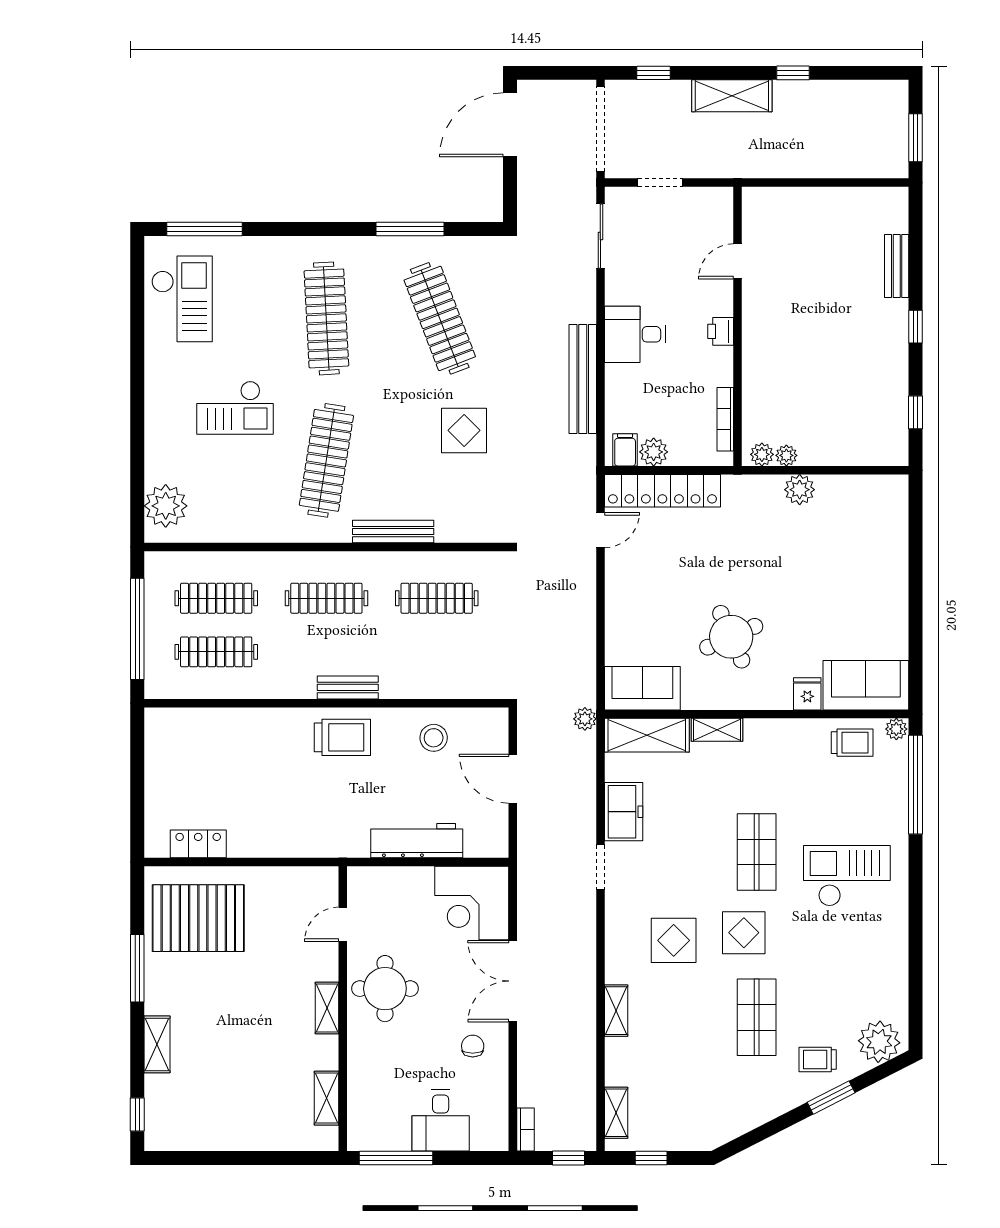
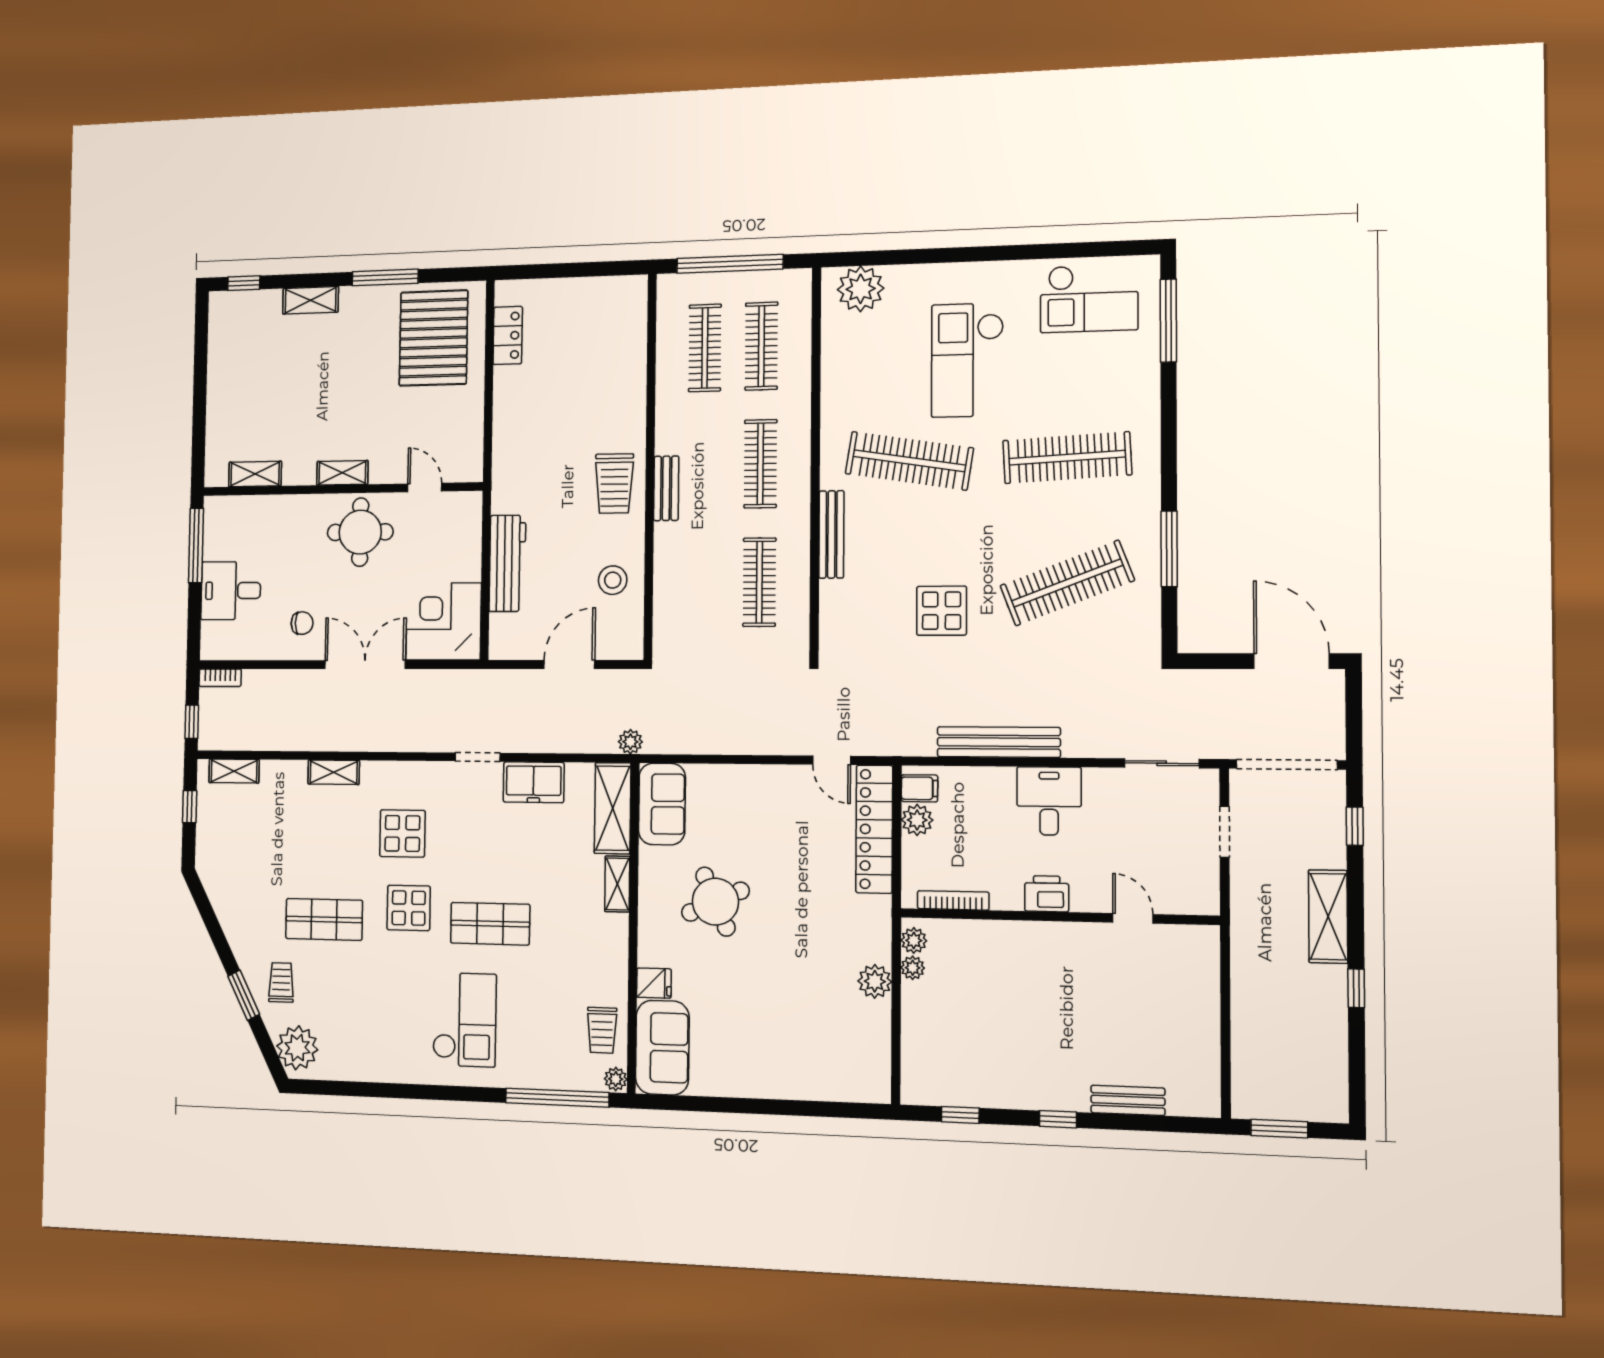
printer: (721, 331) -> (1047, 894), width x1.36, depth x1.24
checkout: (235, 408) -> (967, 360), width x1.36, depth x1.21

